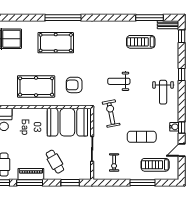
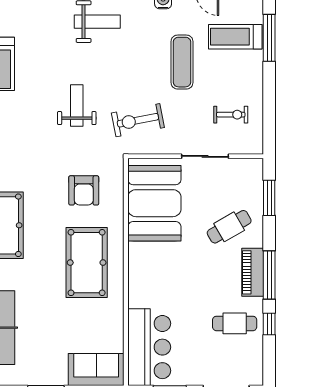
weight bench: (119, 81) -> (77, 106), turned 180
treadmill: (155, 165) -> (235, 37), turned 90
window: (142, 183) -> (269, 38), moved

